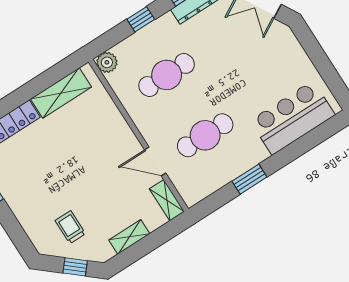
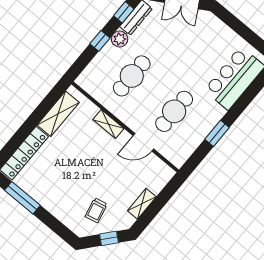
plant: (107, 62) -> (120, 39), moved
shelving: (167, 200) -> (108, 124), moved
trolley: (70, 227) -> (96, 210), turned -103

